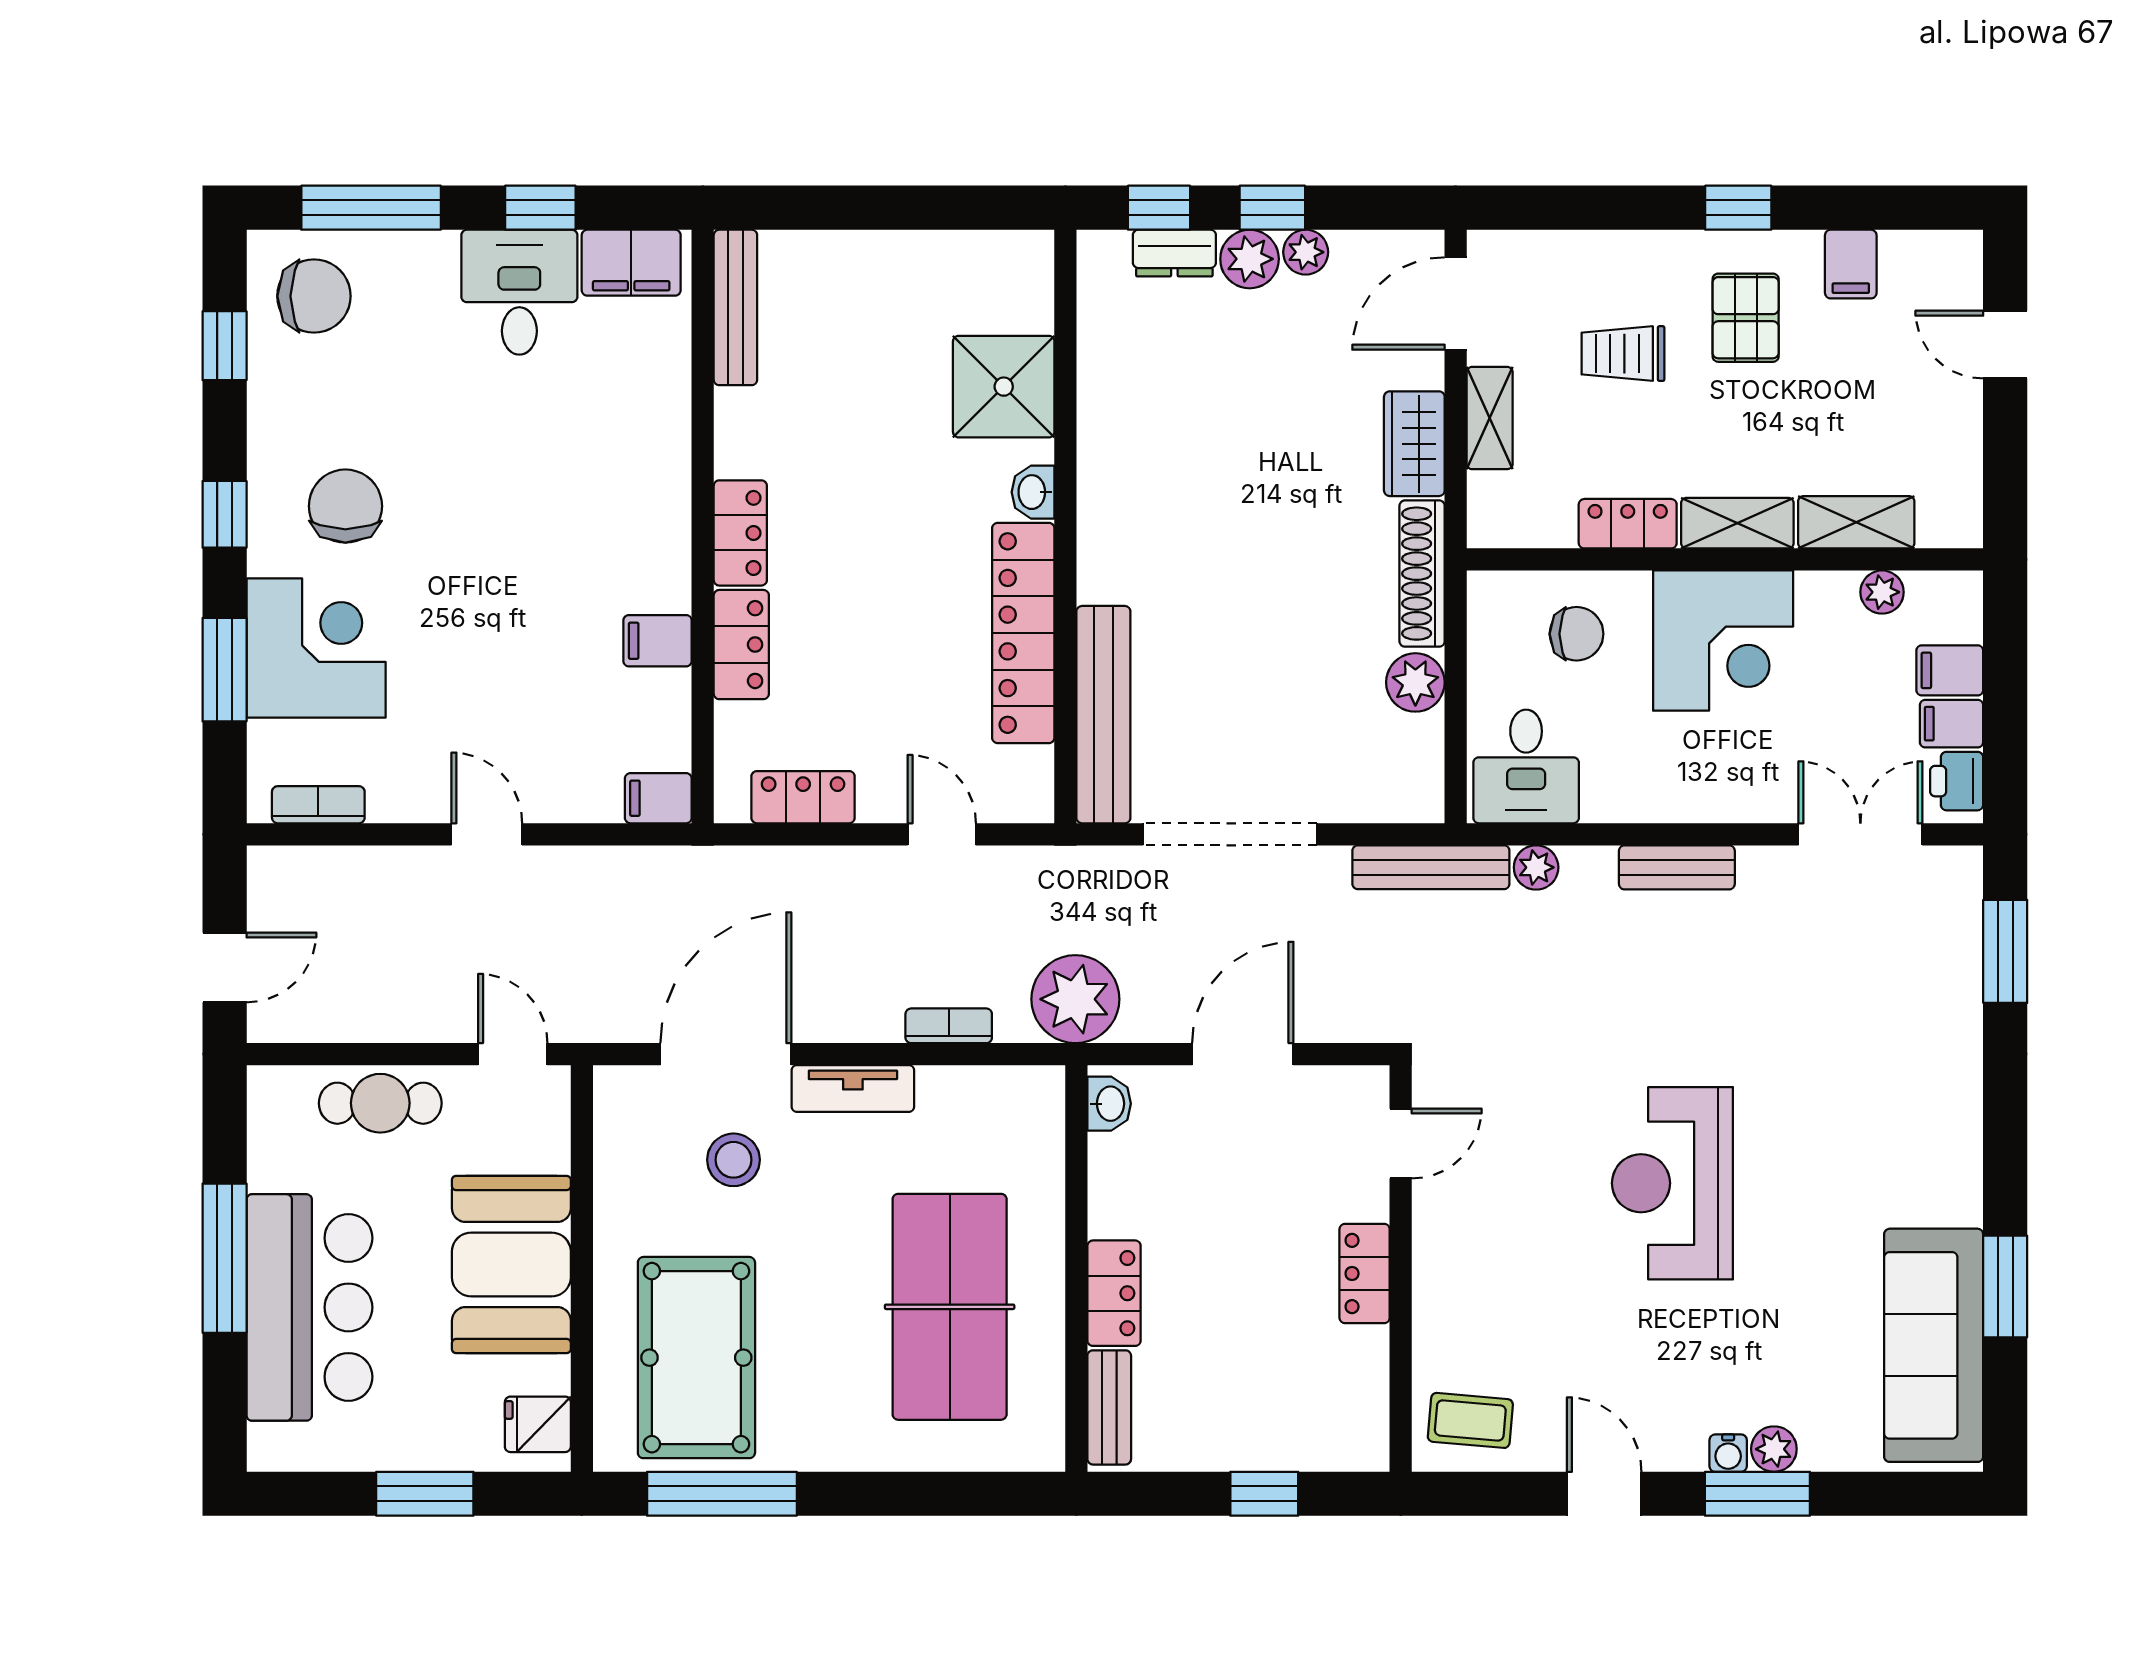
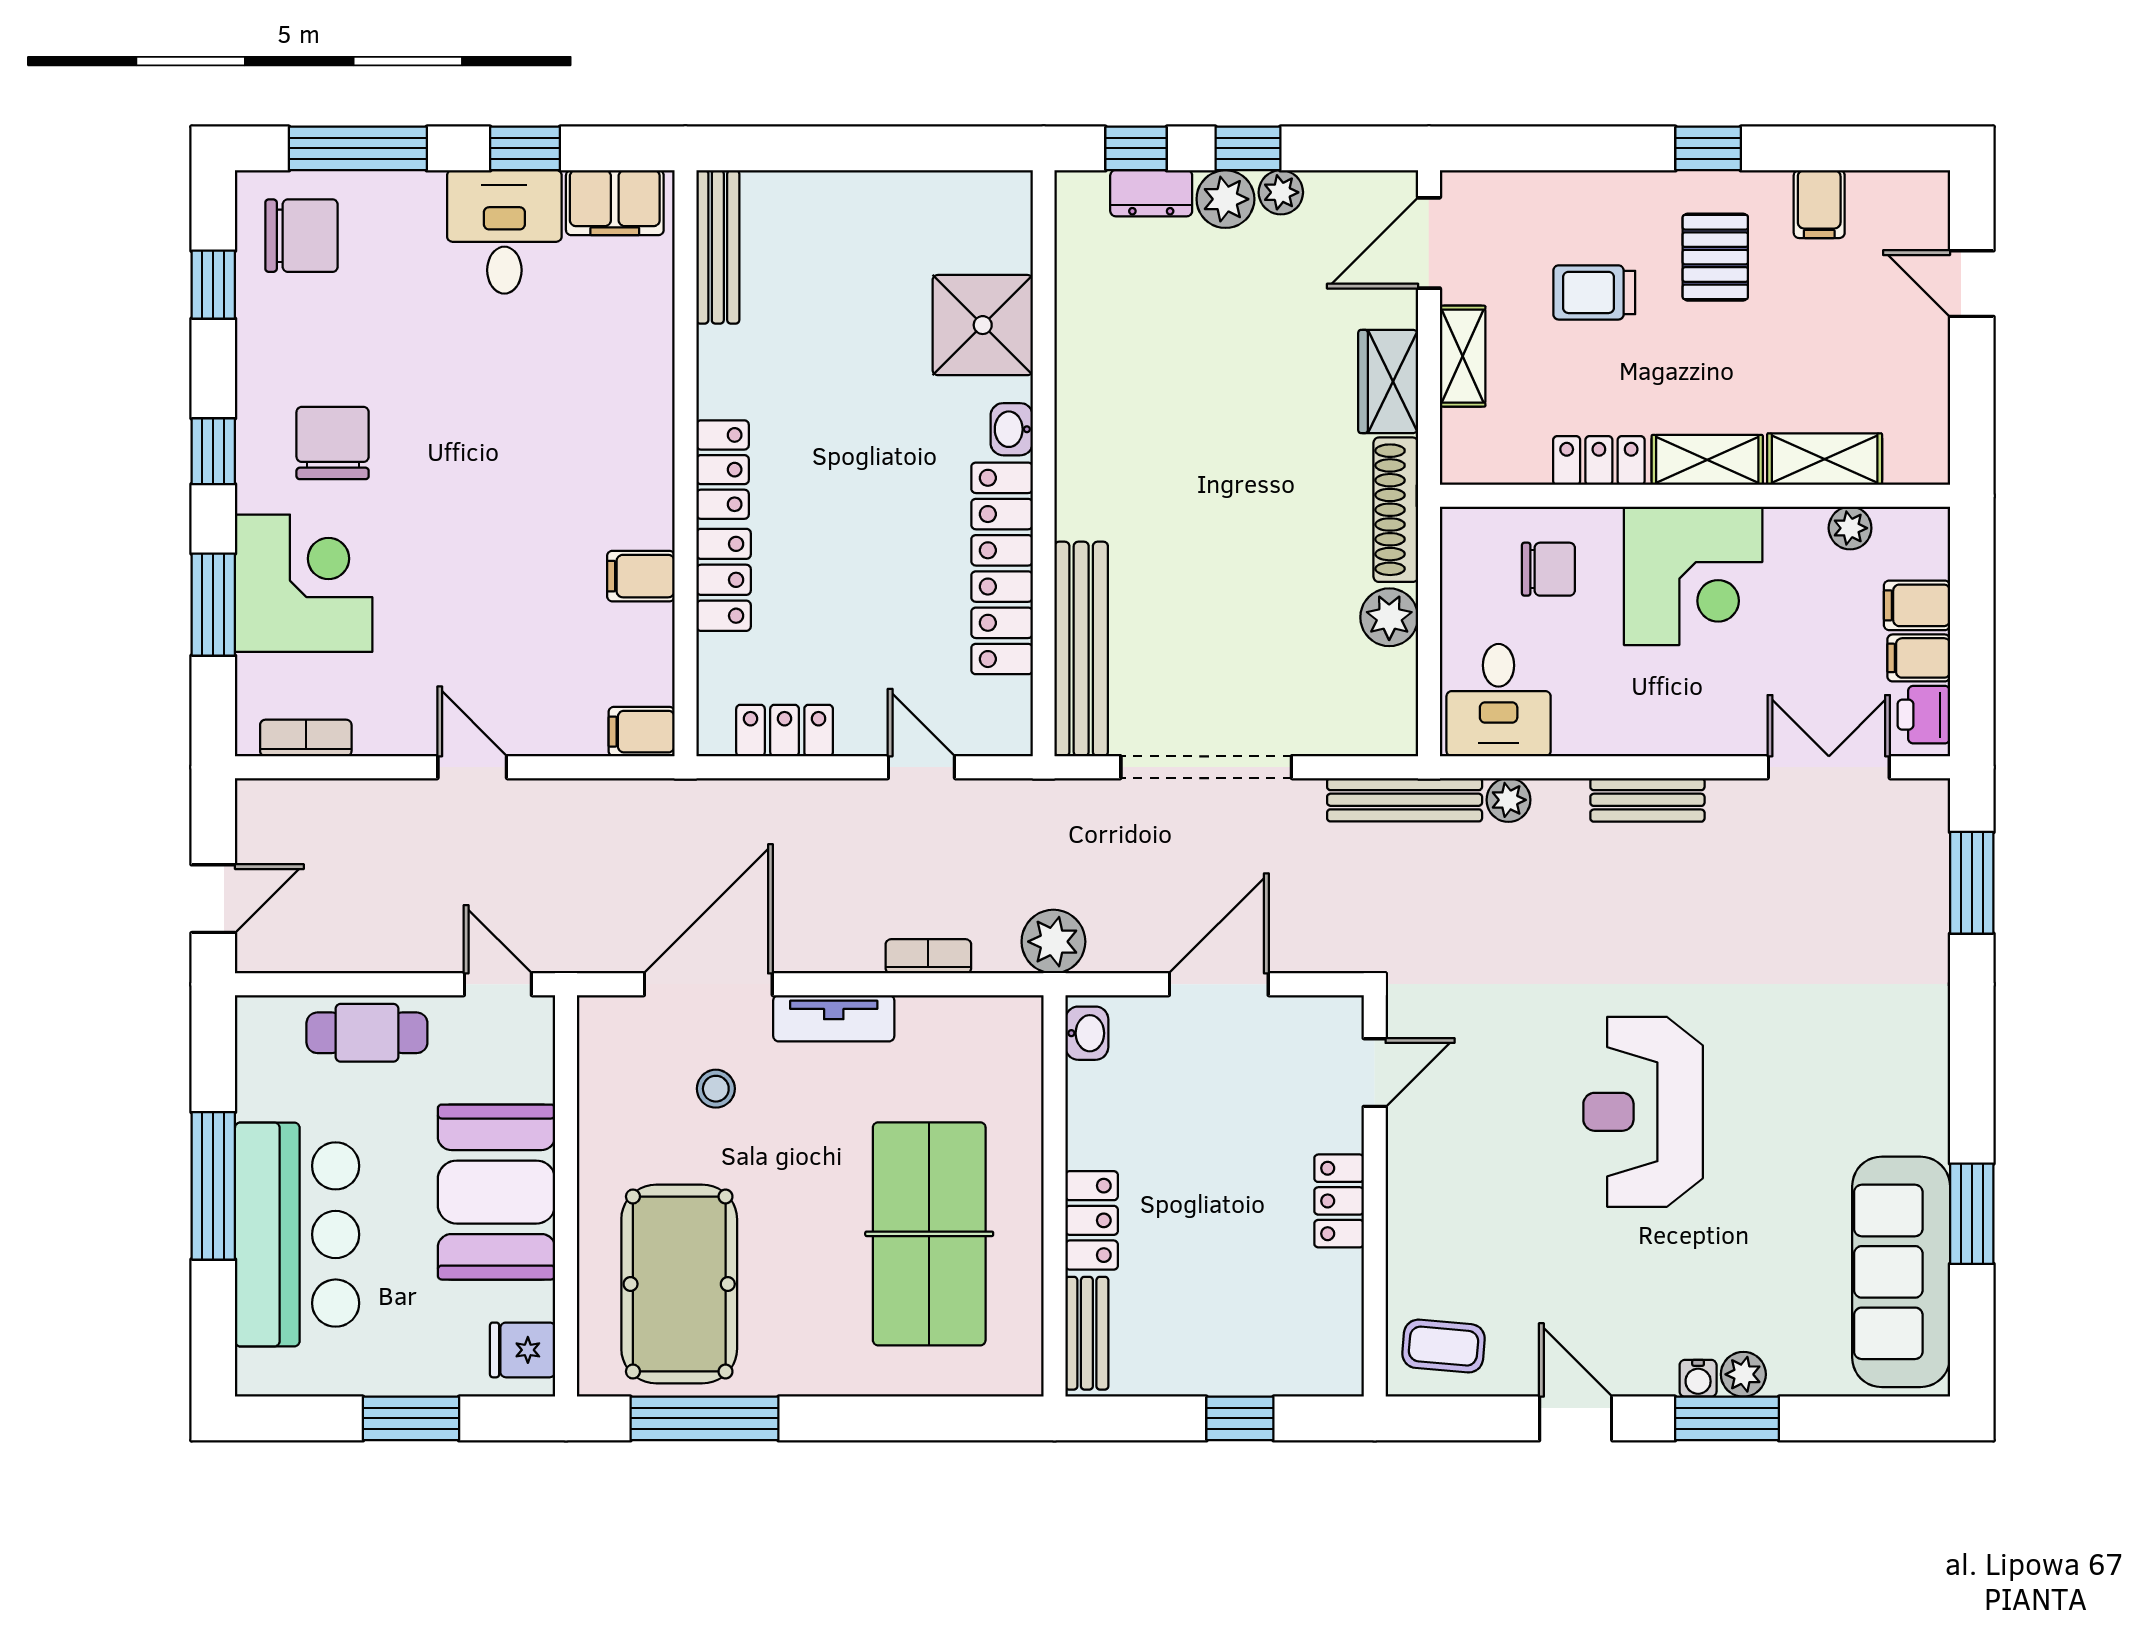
plant: (1075, 999) -> (1053, 942), width x0.73, depth x0.73
stool: (733, 1160) -> (716, 1089), width x0.73, depth x0.73

